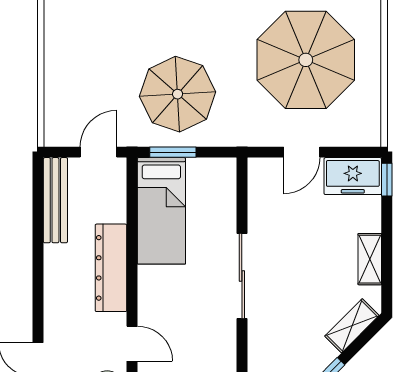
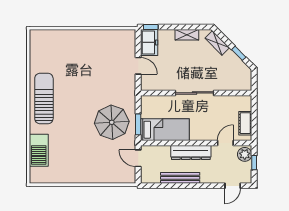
parasol: (306, 60) -> (96, 64), removed
bench: (55, 200) -> (180, 178), moved

